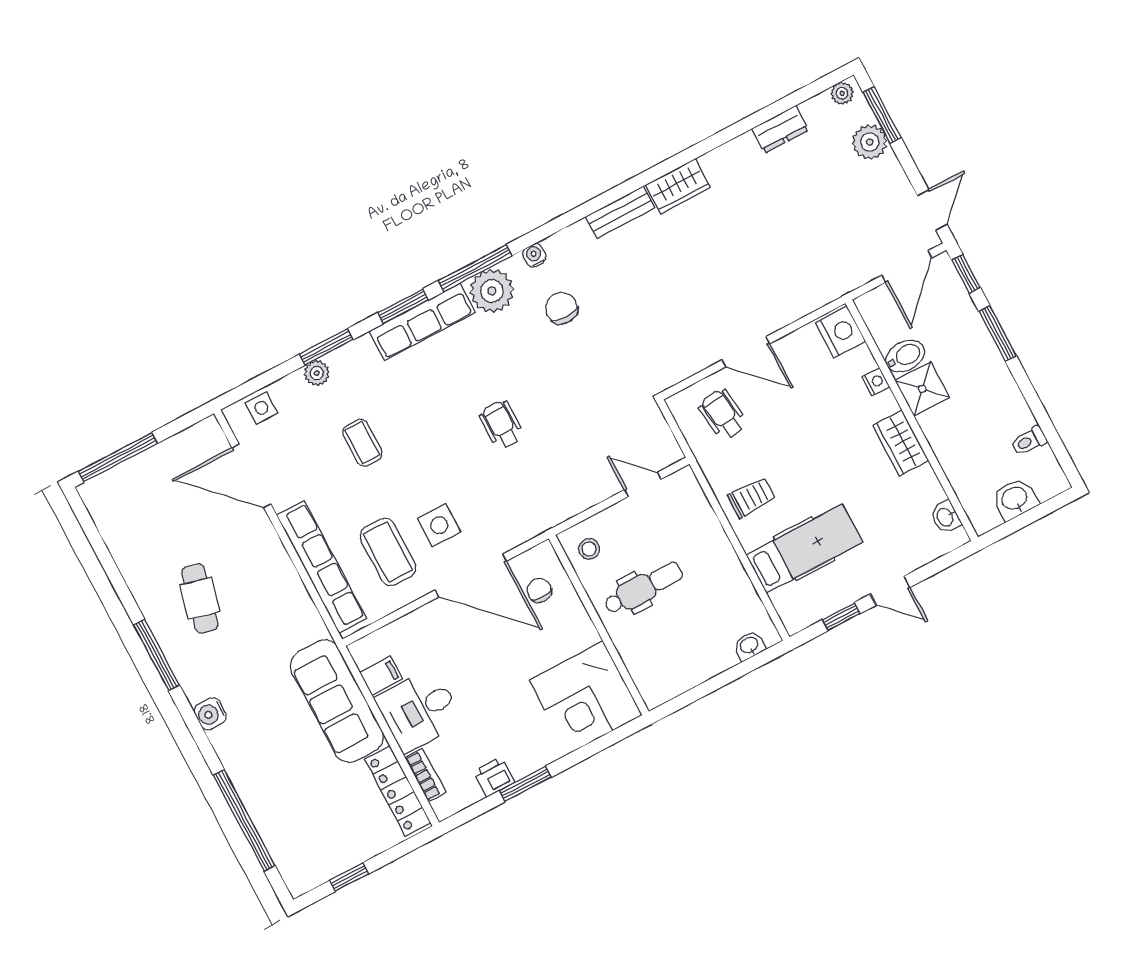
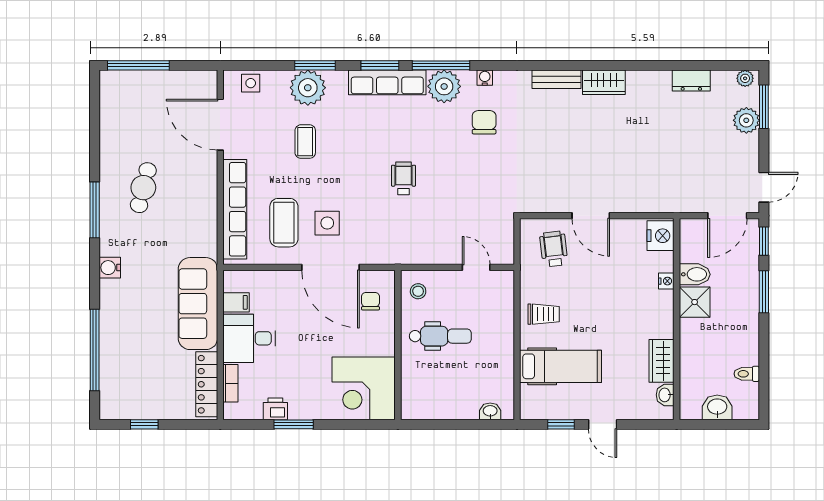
plant: (317, 373) -> (308, 88), width x1.88, depth x1.88
wardrobe: (901, 443) -> (661, 361), moved

